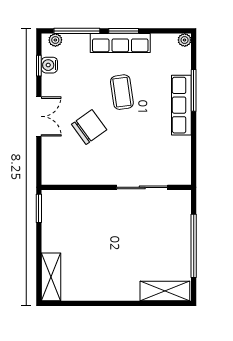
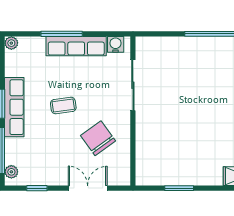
water cooler: (49, 65) -> (116, 44), moved, turned 180
coffee table: (122, 92) -> (63, 105), width x0.73, depth x0.77
wall: (116, 187) -> (133, 111), moved
sliding door: (142, 187) -> (133, 85), moved

